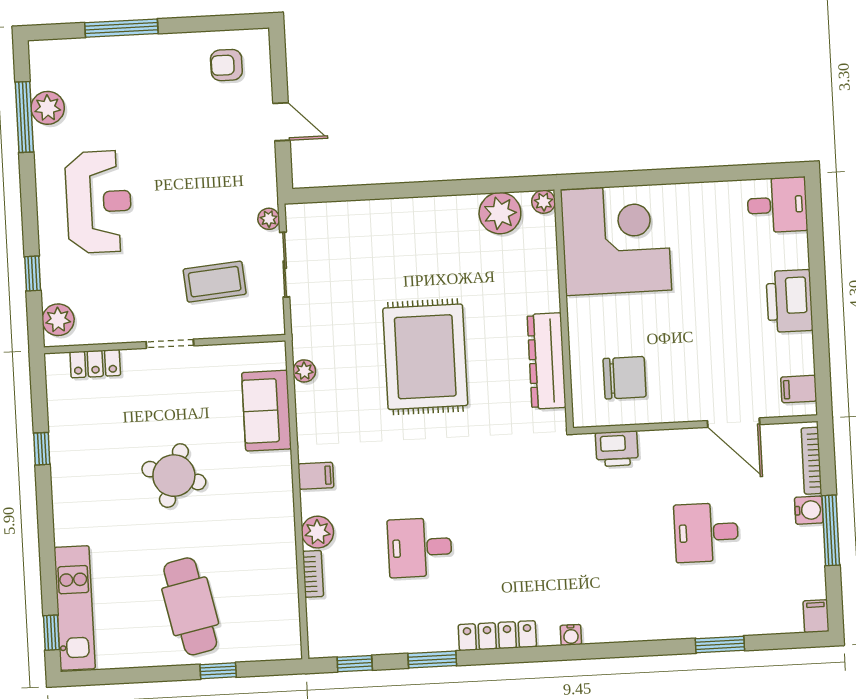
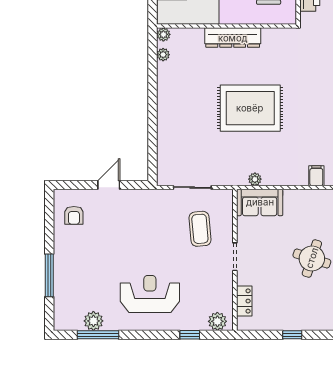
plant: (500, 213) -> (163, 55), width x0.53, depth x0.53
plant: (269, 219) -> (165, 195), removed
dresser: (547, 361) -> (233, 38), moved
sofa: (267, 411) -> (260, 202), moved

